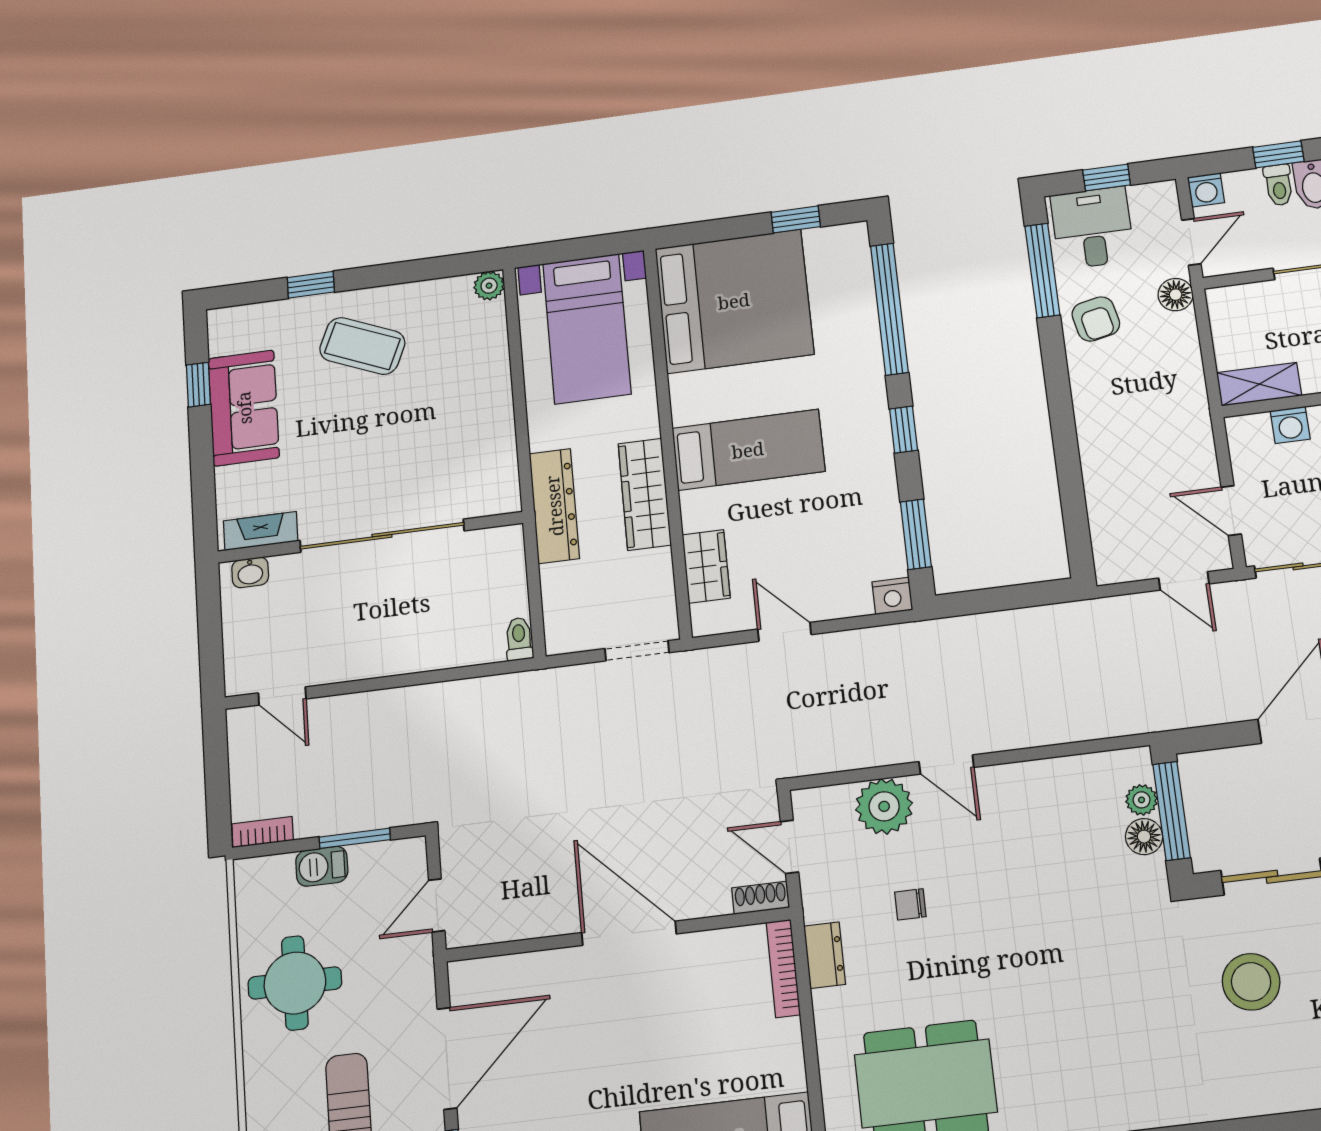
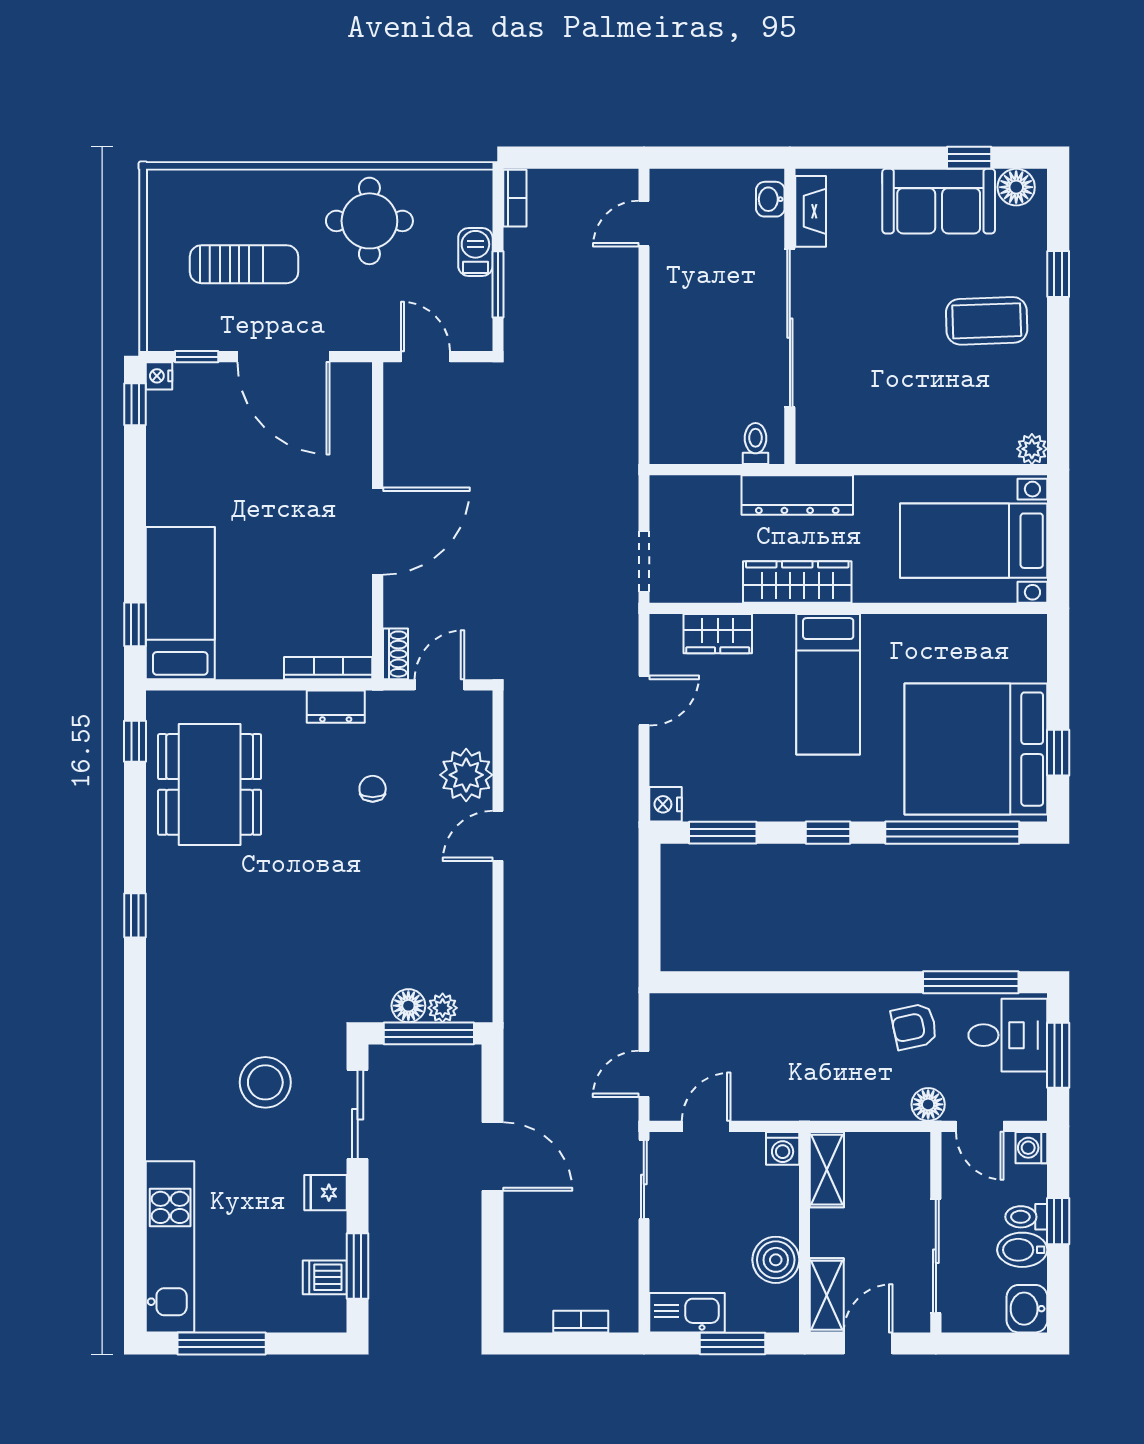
window: (1107, 178) -> (1058, 1055), width x1.50
bed: (734, 301) -> (976, 749), moved, turned 90
floor lamp: (226, 336) -> (1016, 187), added
coffee table: (362, 346) -> (987, 321), turned 65
washing machine: (1290, 425) -> (783, 1148), moved, turned -90
toilet: (519, 639) -> (756, 444), moved, turned -90

